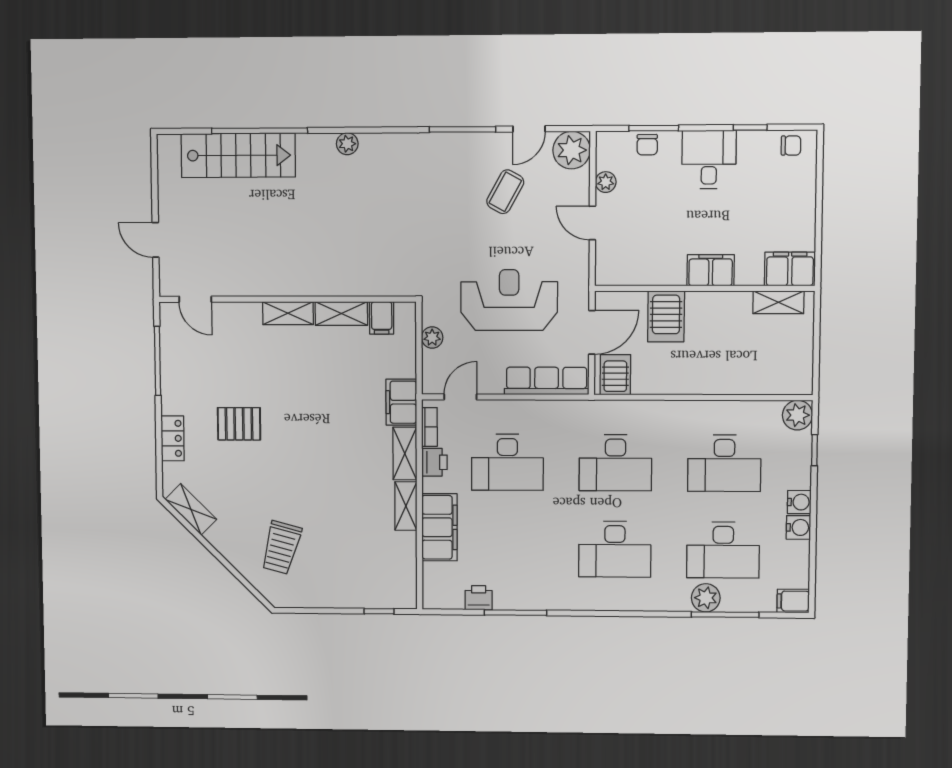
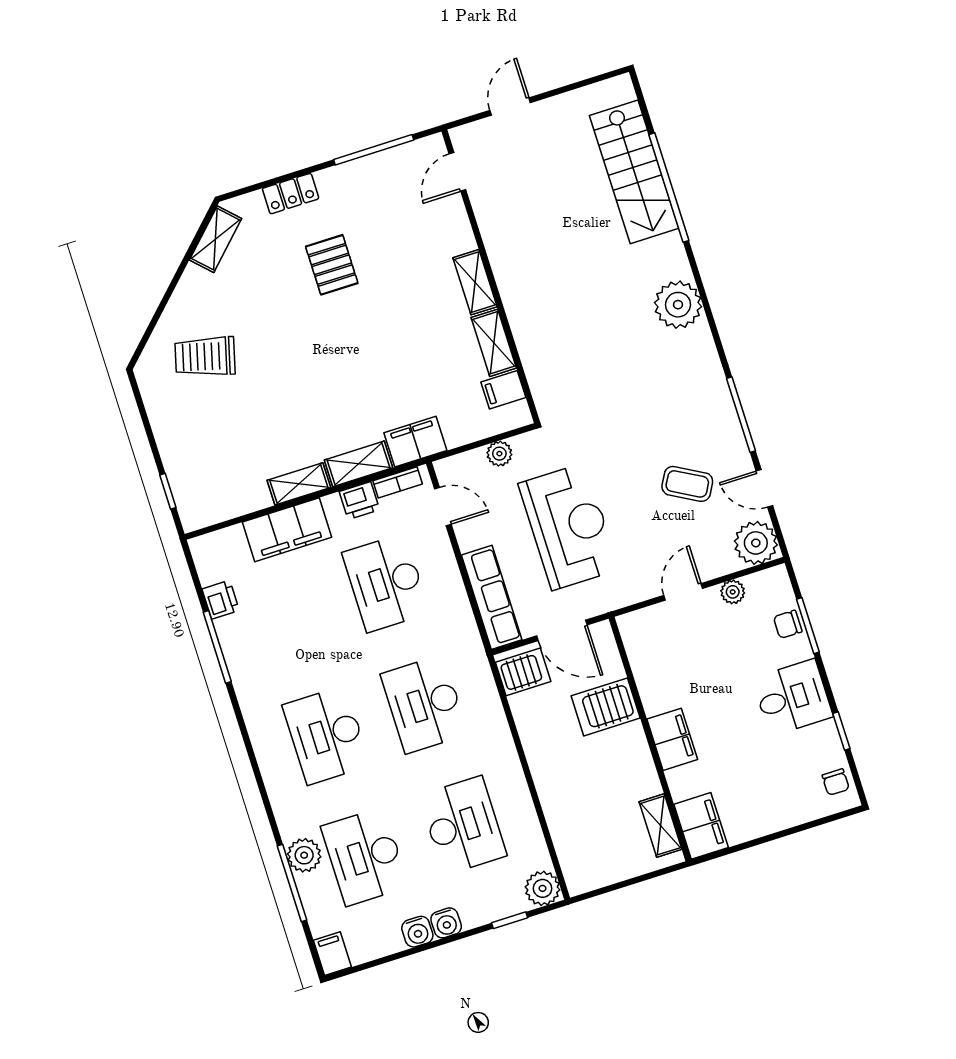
plant: (347, 144) -> (678, 305), width x1.88, depth x1.88
desk: (724, 463) -> (463, 825), turned 180

